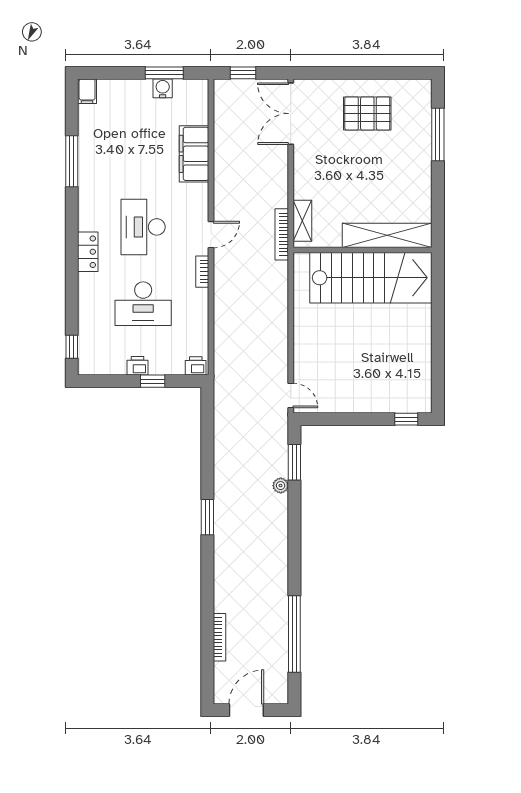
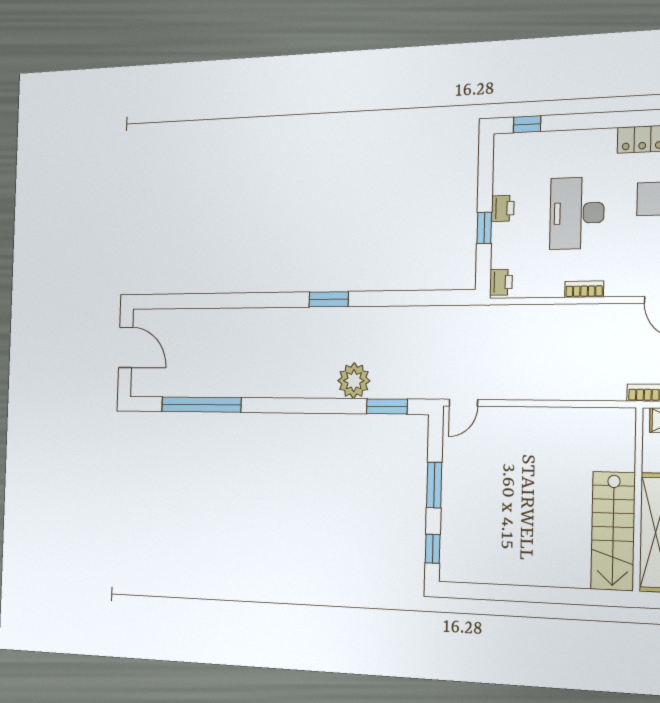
bookcase: (202, 272) -> (584, 289), moved
stairs: (371, 278) -> (613, 531), width x0.73, depth x0.66
window: (356, 419) -> (434, 485), added
plant: (281, 486) -> (354, 381), width x1.88, depth x1.88
bookcase: (219, 637) -> (201, 315), removed

